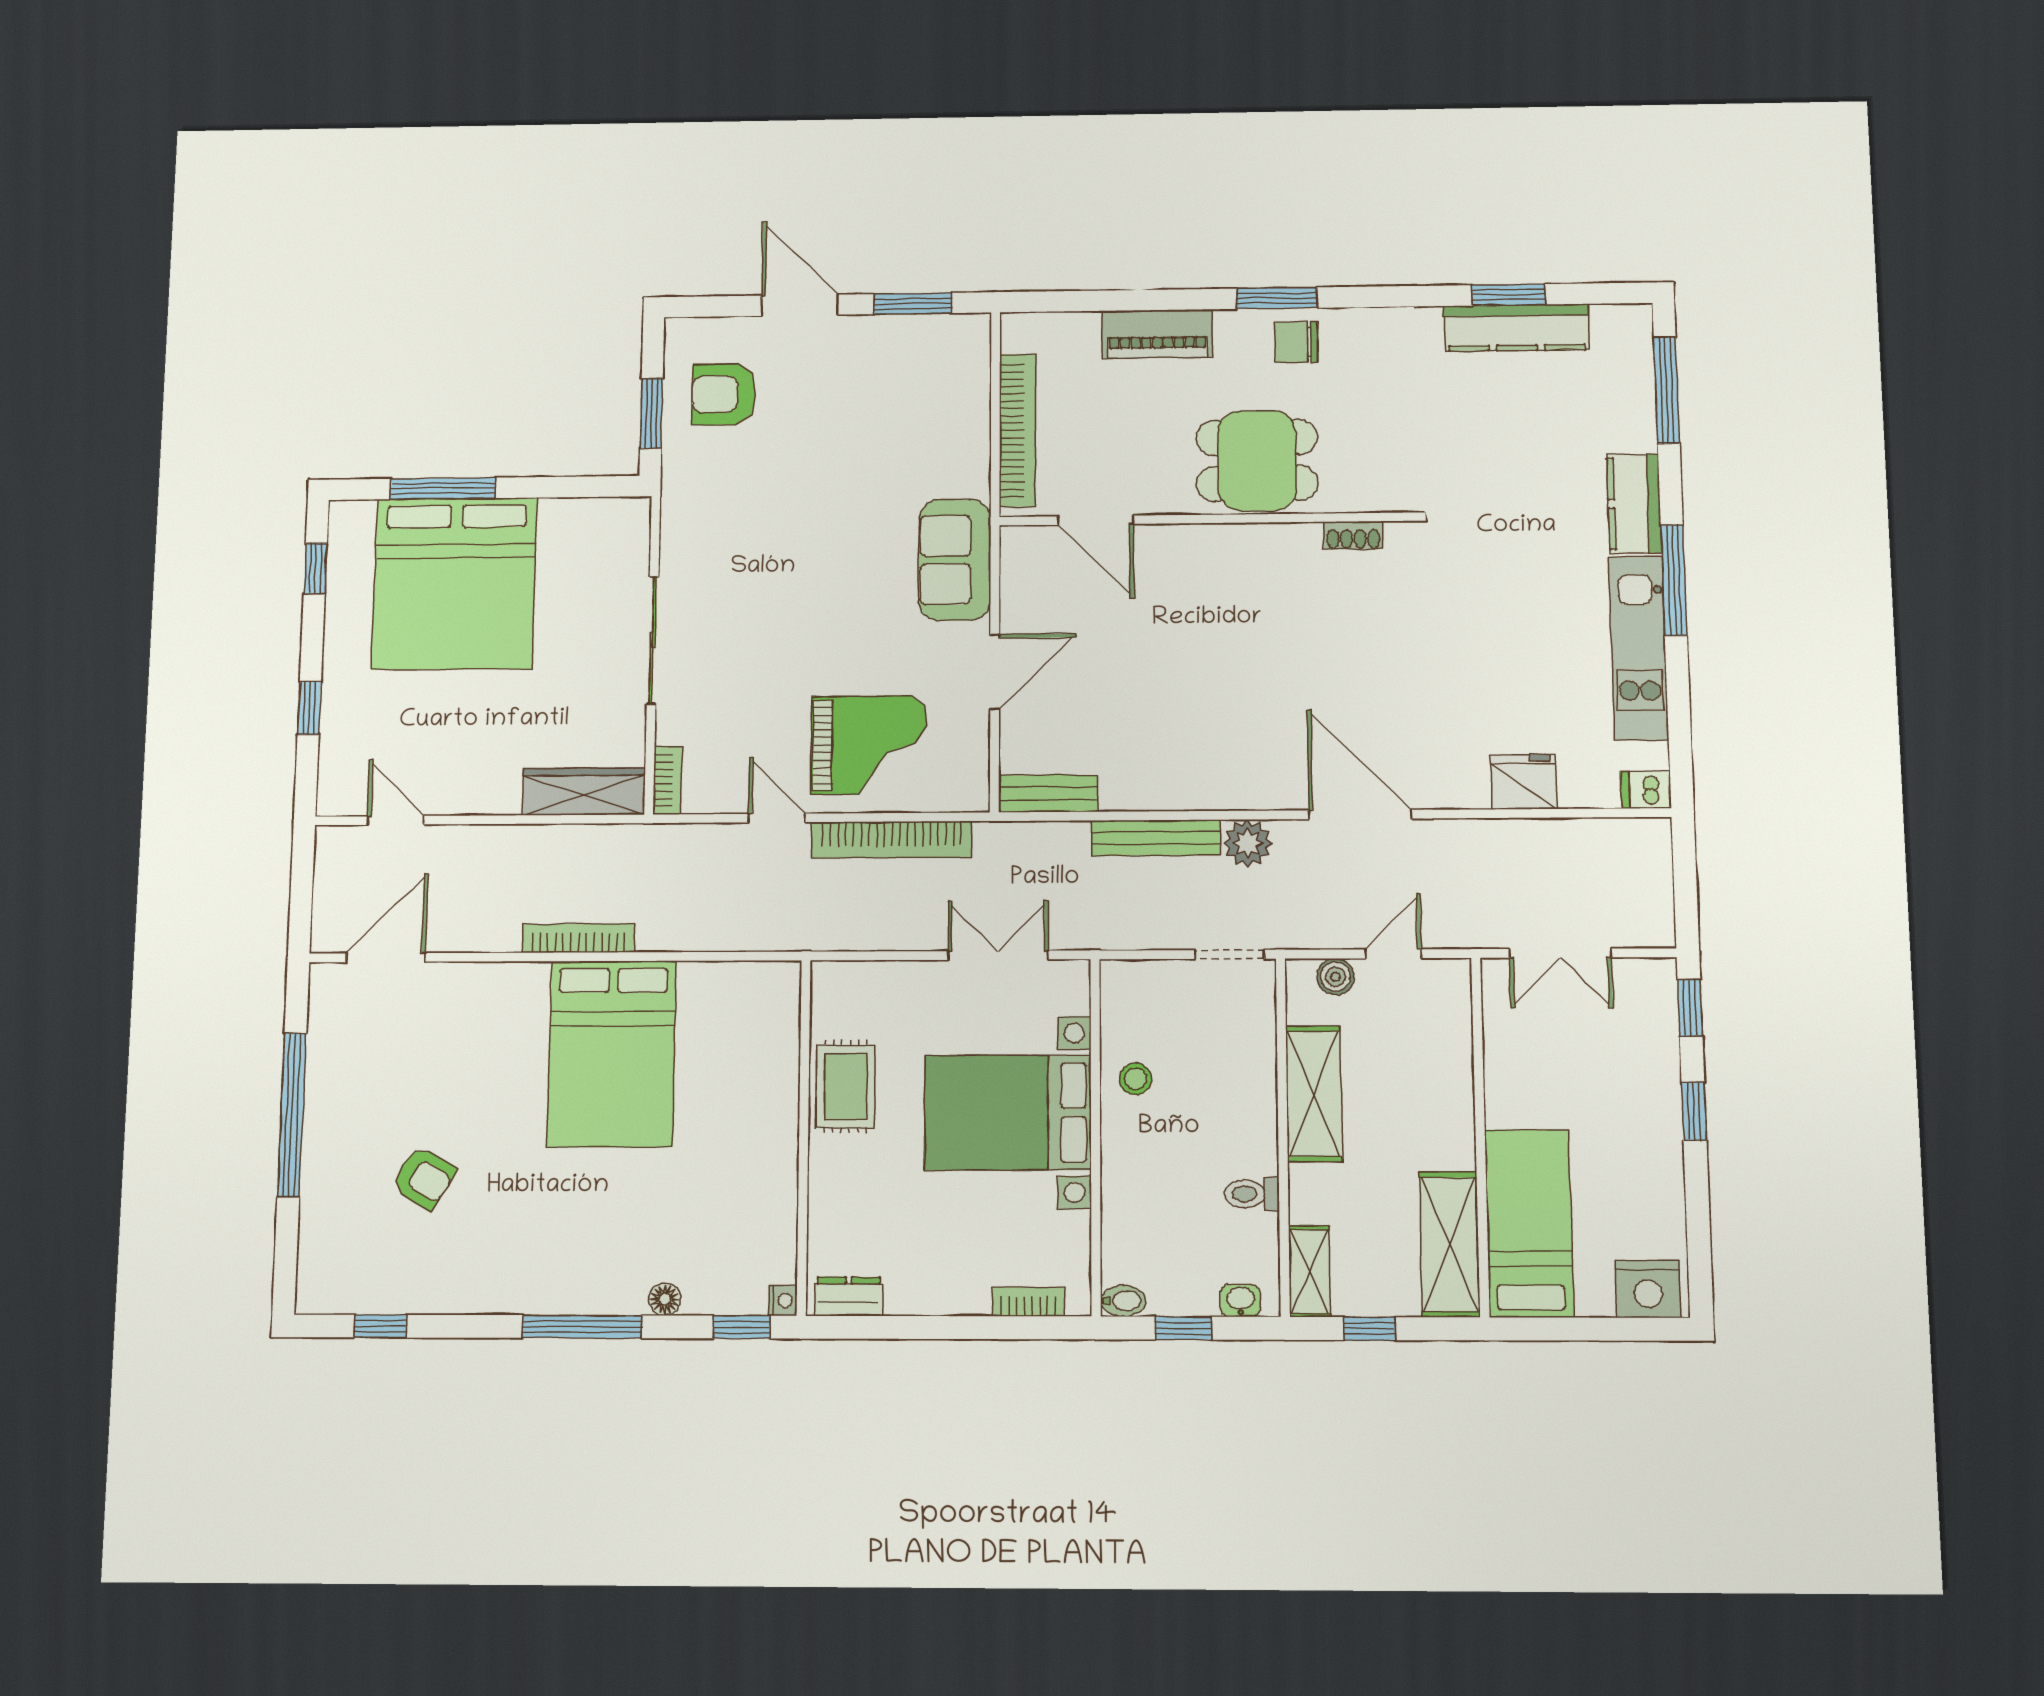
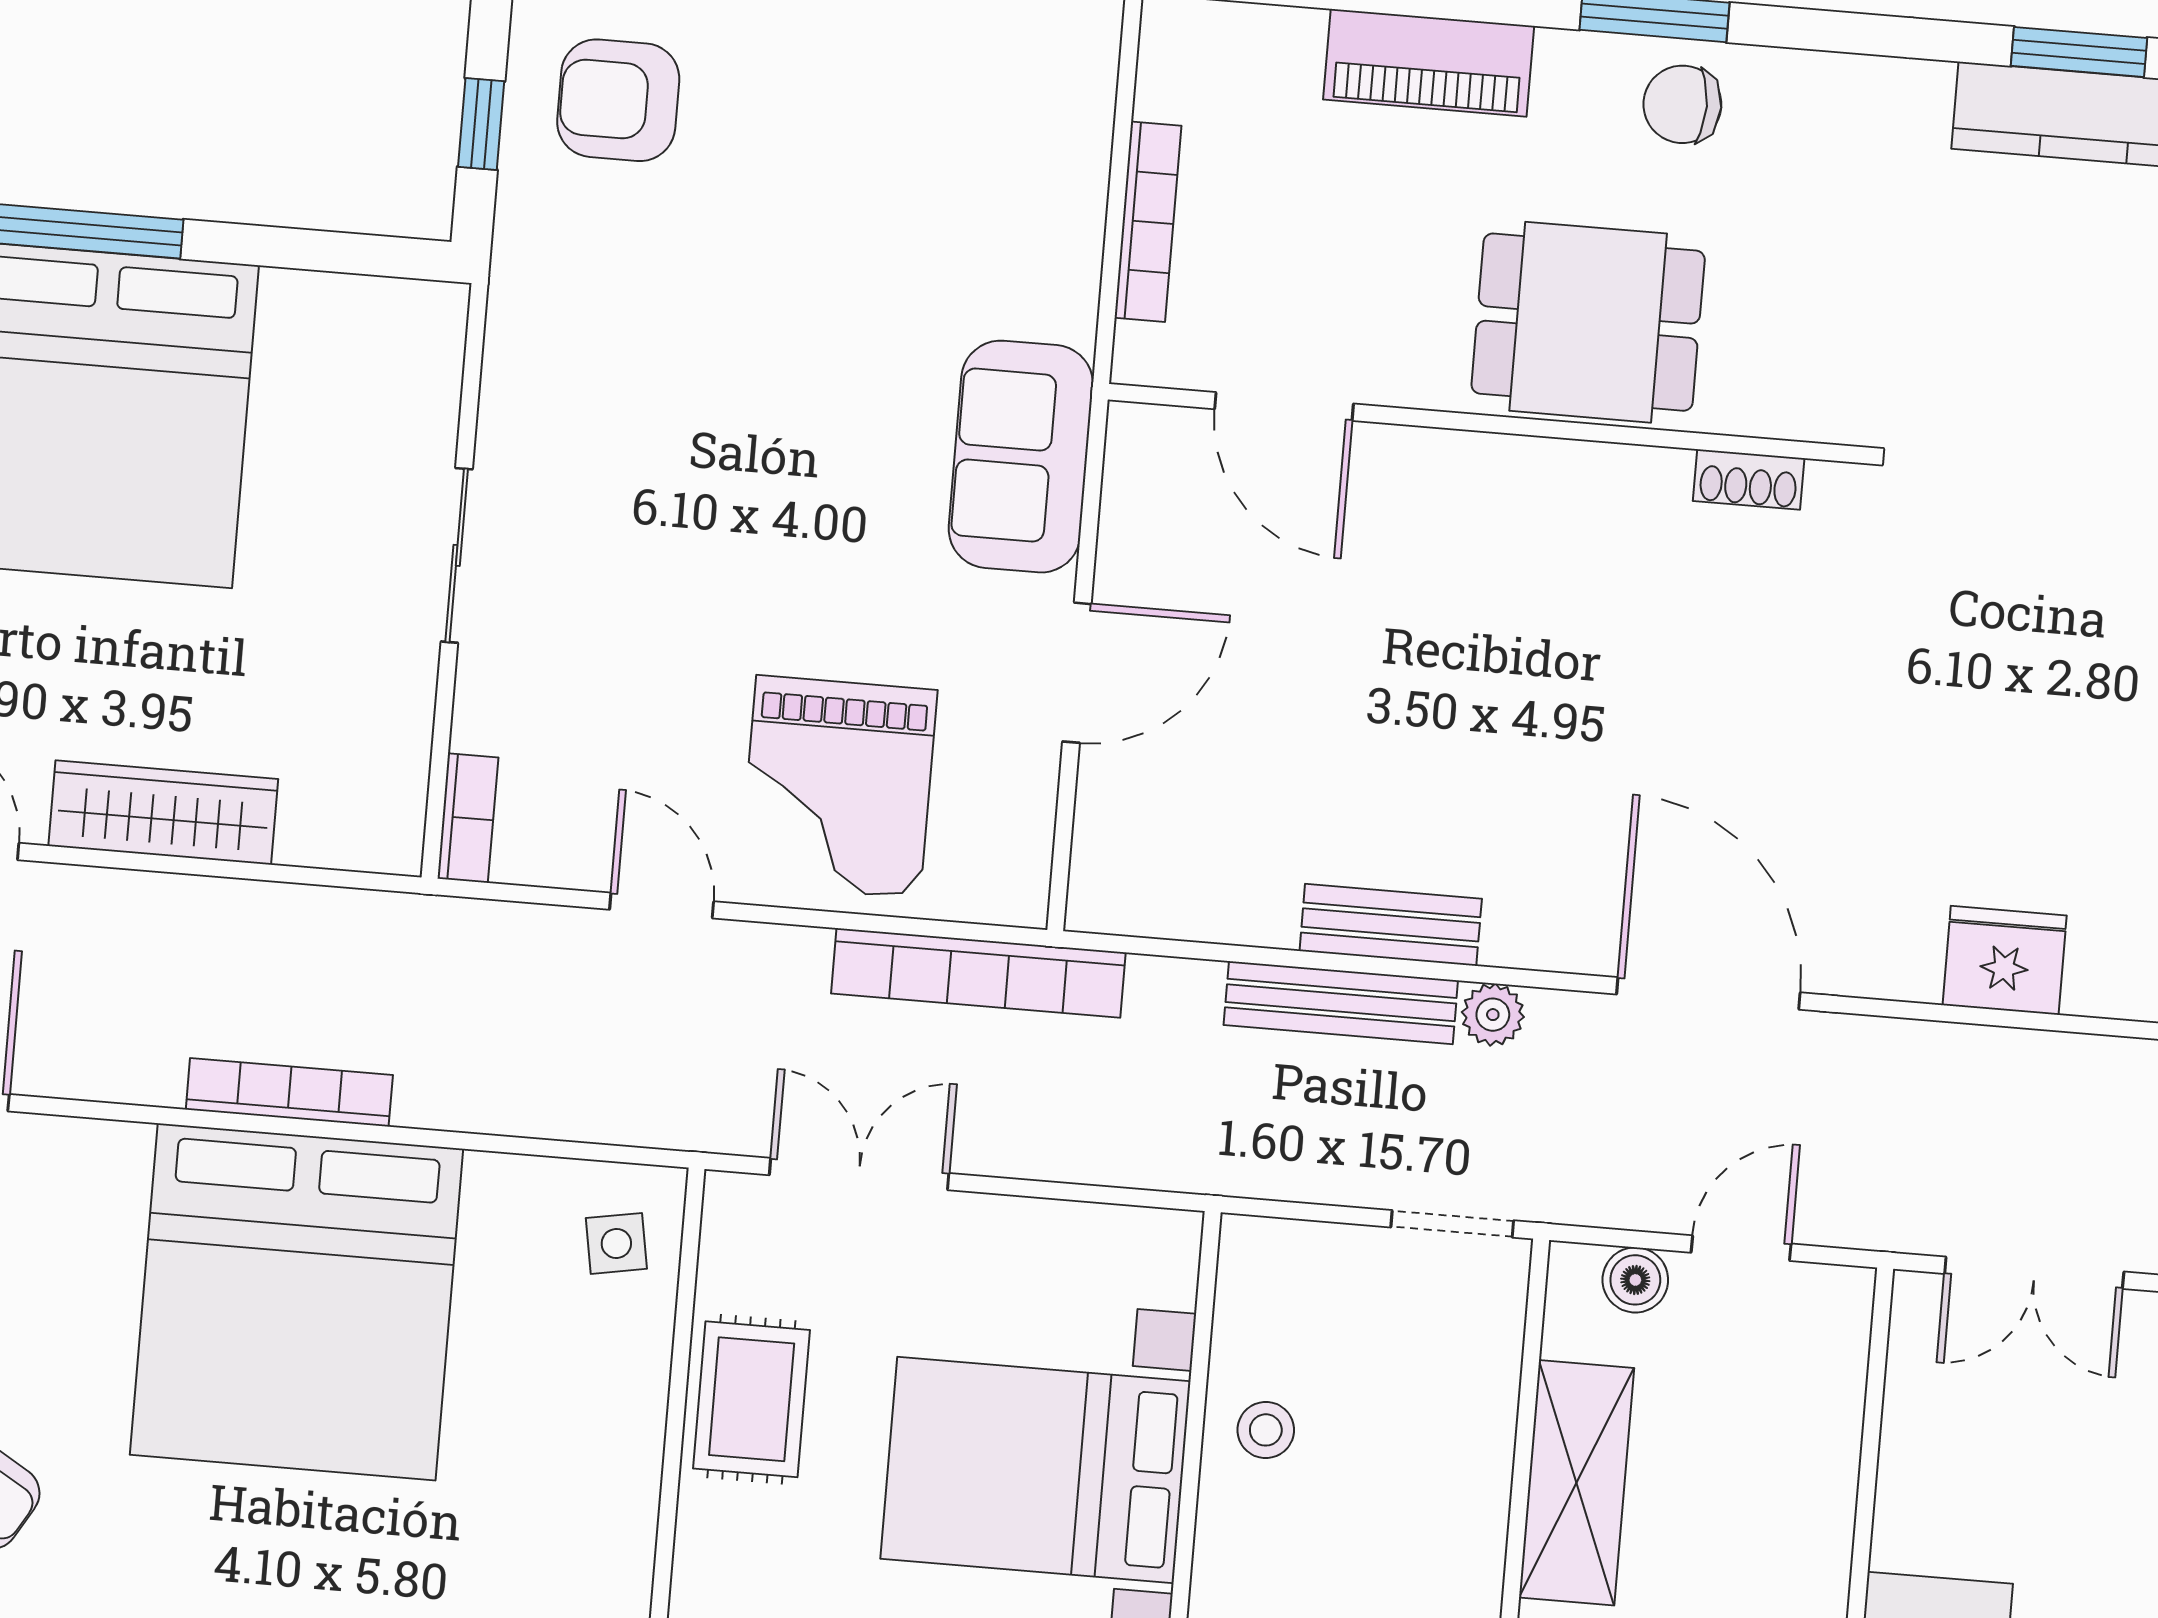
window: (651, 413) -> (481, 124), width x0.67
bookcase: (1018, 430) -> (1148, 222), width x0.68, depth x0.76
sliding door: (653, 640) -> (457, 555), width x0.73
grand piano: (869, 745) -> (838, 787), turned 90
wardrobe: (584, 792) -> (163, 812), moved
bench: (1048, 794) -> (1391, 925), moved
bookcase: (892, 840) -> (978, 973), moved
plant: (1248, 843) -> (1493, 1015), width x0.73, depth x0.73
double door: (998, 955) -> (859, 1174), moved
side table: (764, 1006) -> (616, 1243), added
bed: (612, 1054) -> (297, 1302), width x1.36

